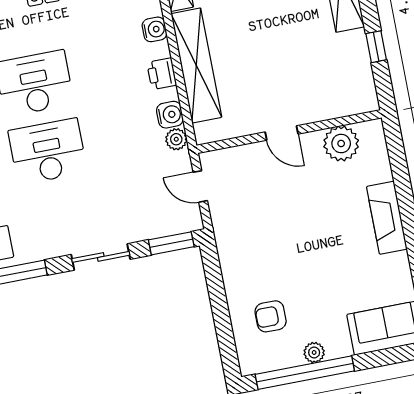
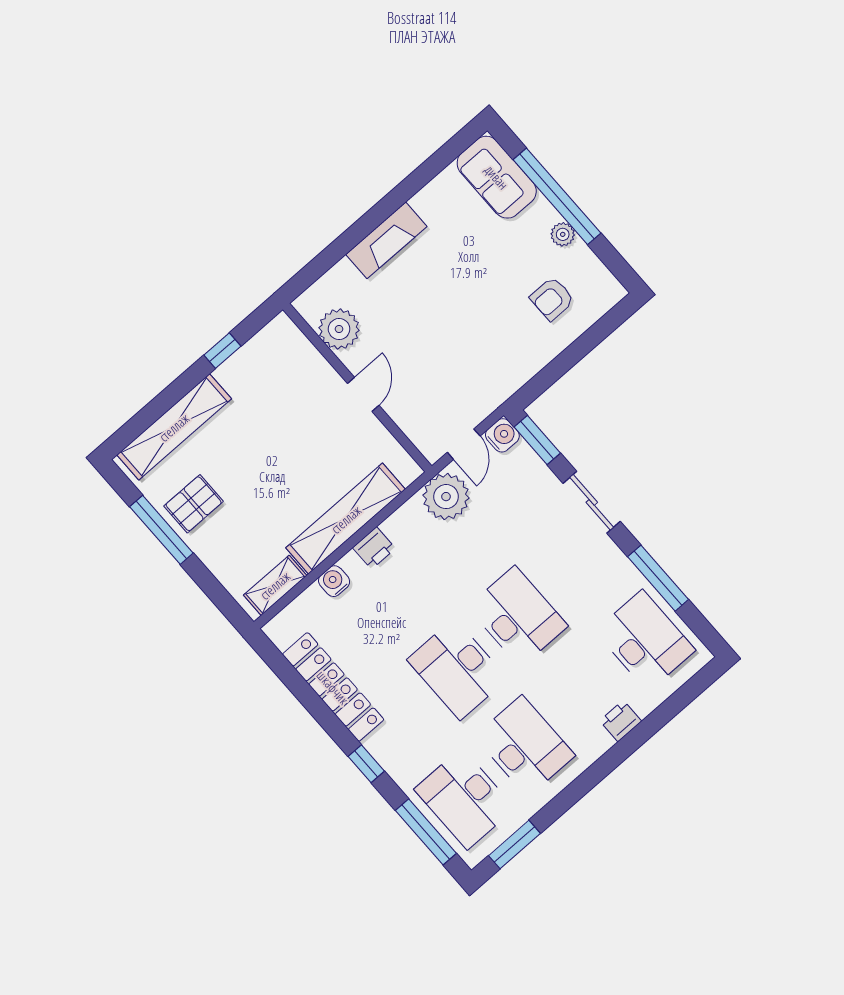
water cooler: (170, 115) -> (502, 435), moved, turned 90
plant: (176, 139) -> (446, 497), width x1.88, depth x1.88
desk: (48, 151) -> (518, 616), turned 180
armchair: (271, 316) -> (552, 299), turned 90
window: (305, 373) -> (557, 196), moved

